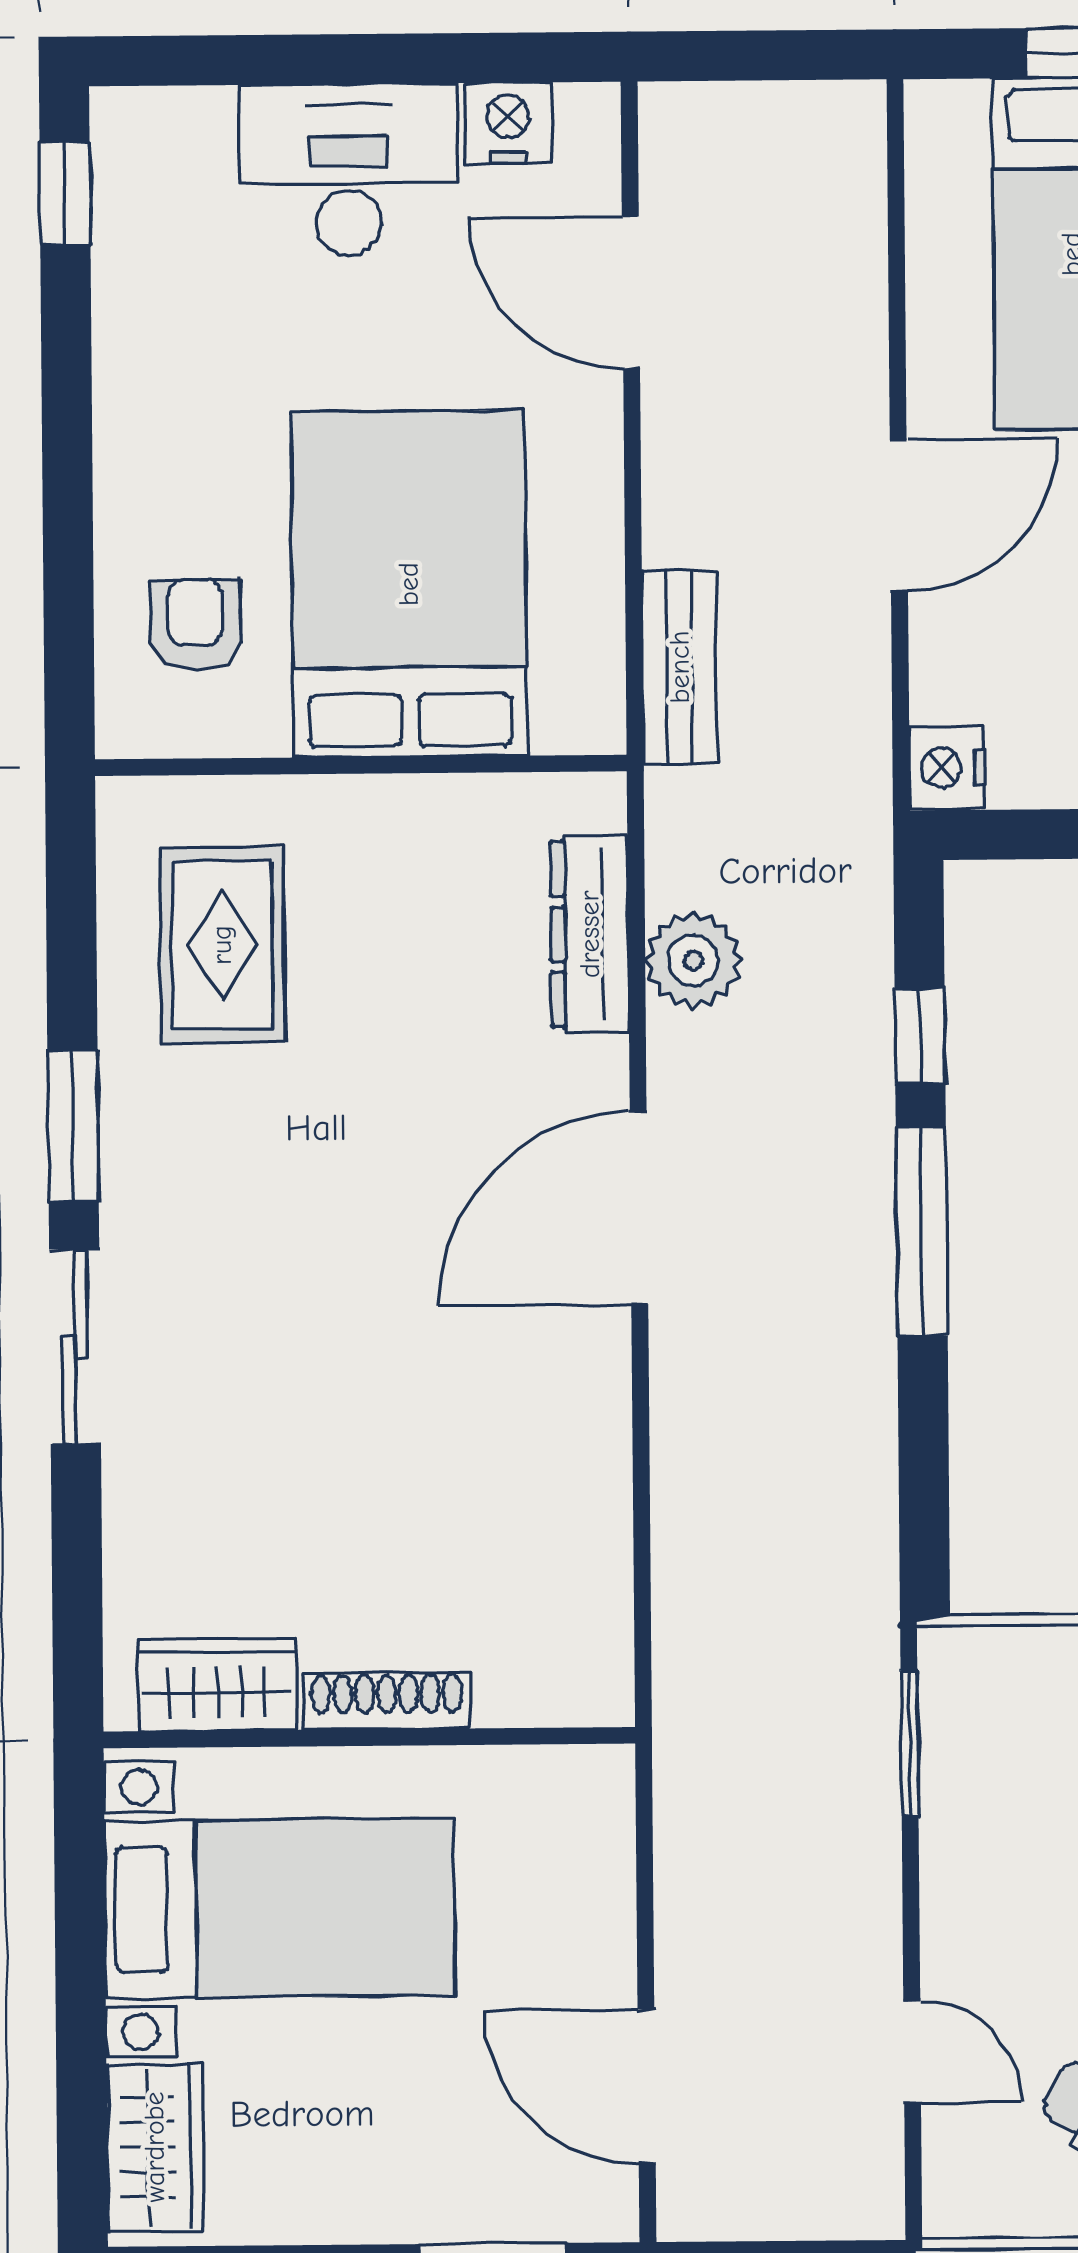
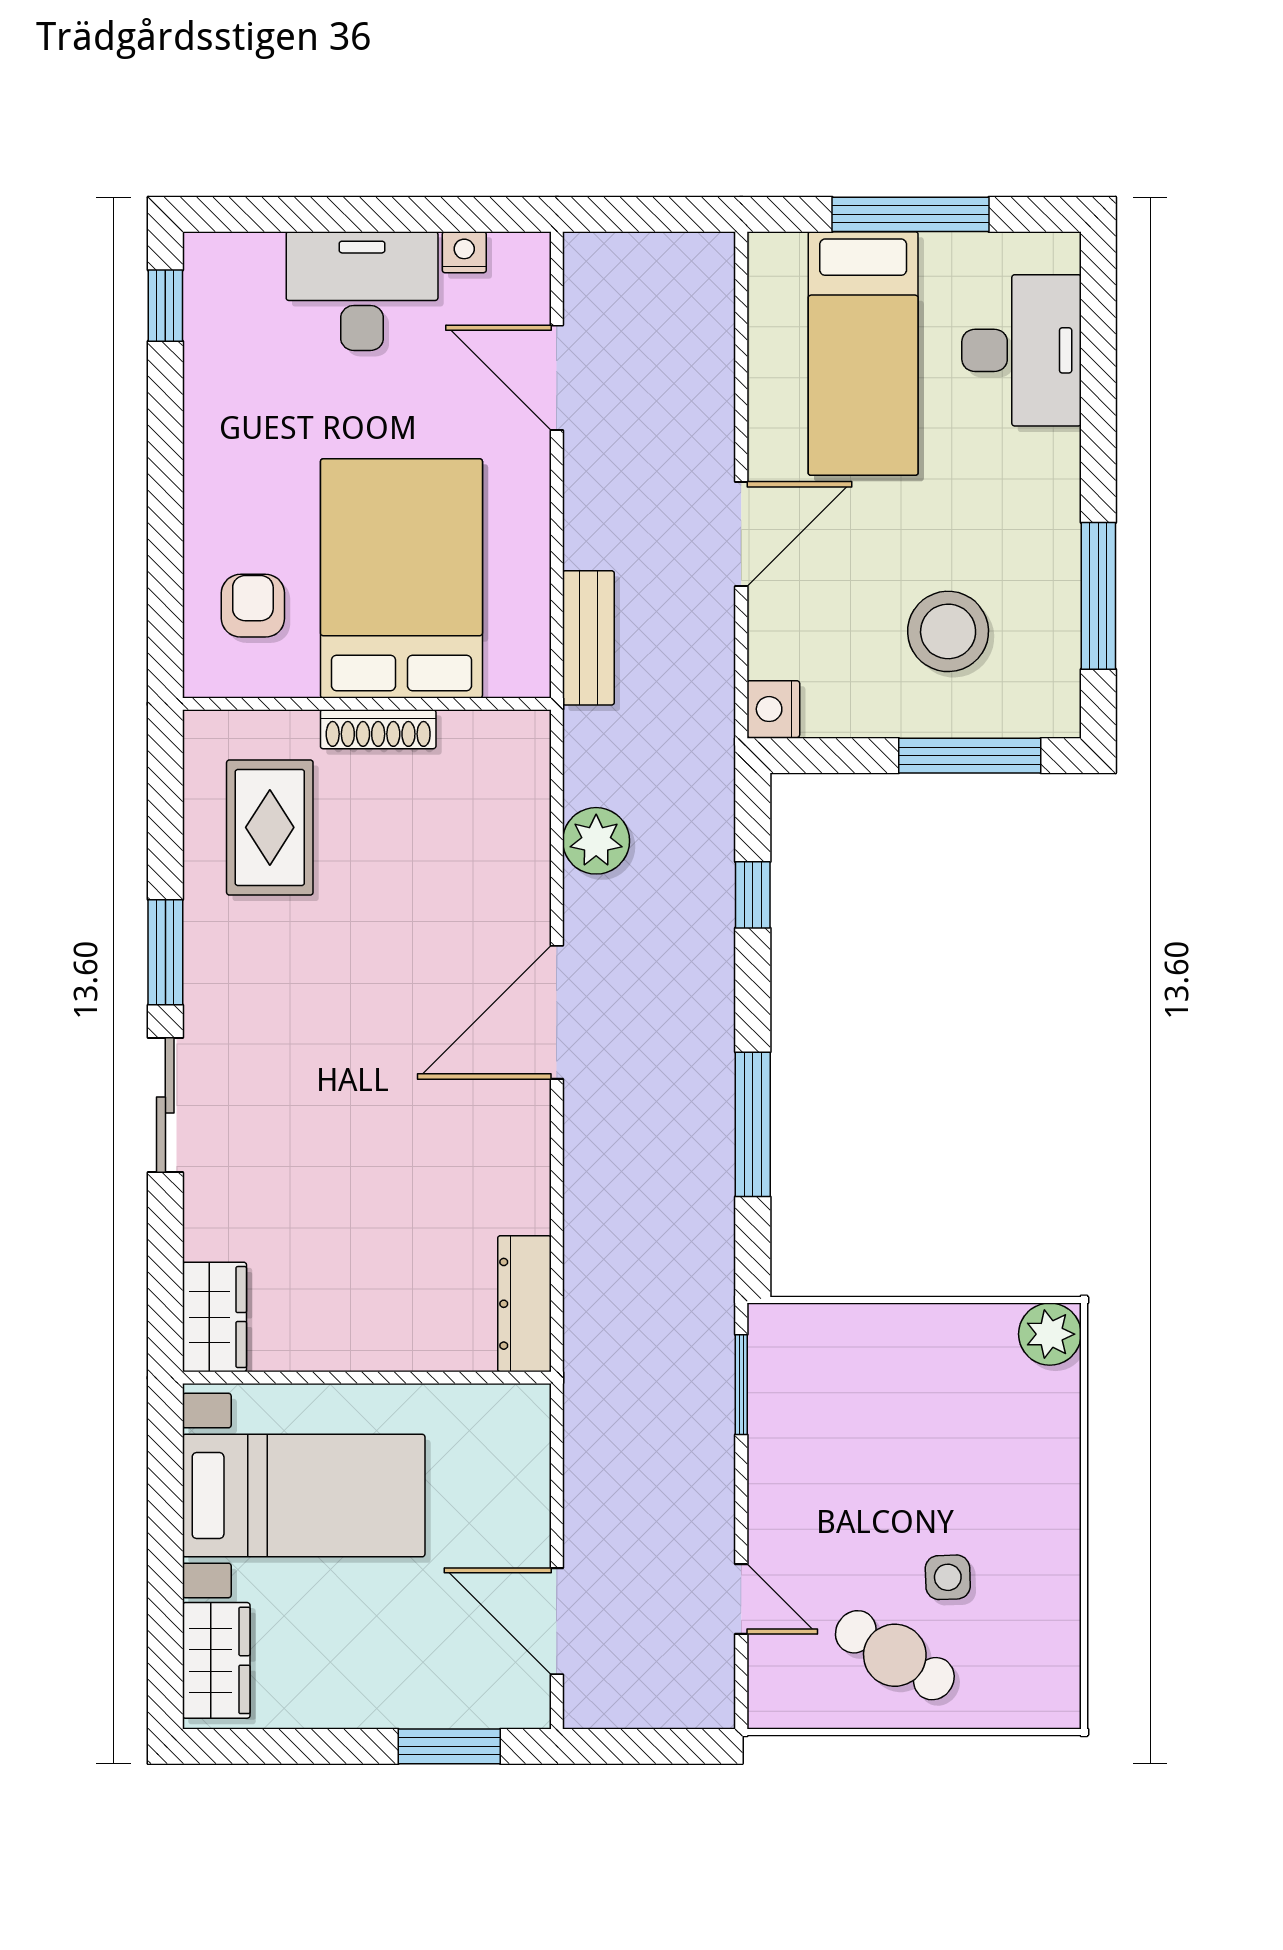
nightstand: (508, 123) -> (464, 252), width x0.72, depth x0.74
dresser: (590, 934) -> (525, 1304), moved
window: (922, 1231) -> (753, 1124), moved
wardrobe: (217, 1685) -> (214, 1317), moved, turned 90
shoe rack: (387, 1701) -> (378, 729), moved, turned 180

